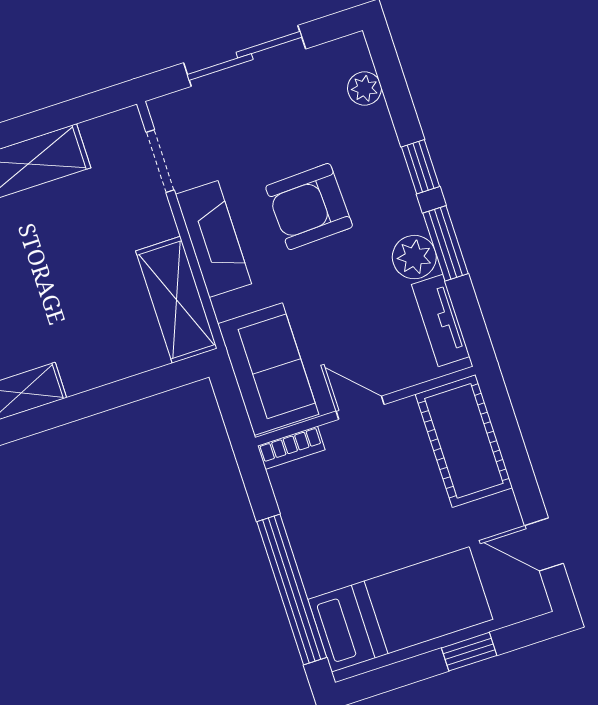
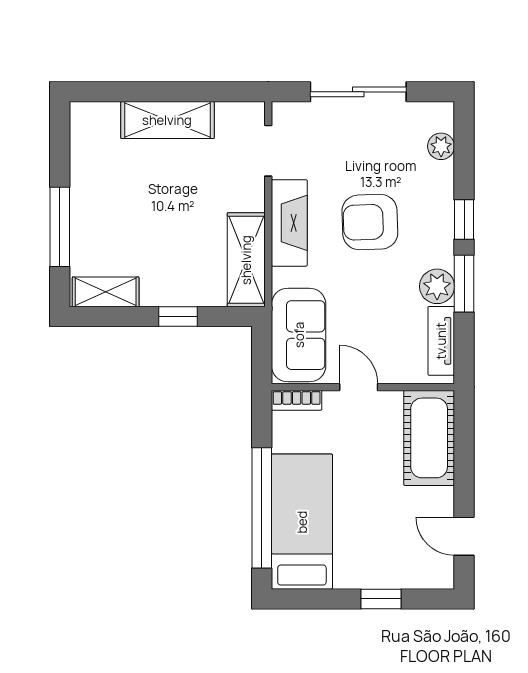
window: (117, 394) -> (178, 316), added
bed: (400, 609) -> (302, 522), moved, turned -90

